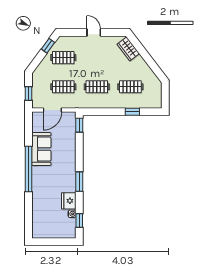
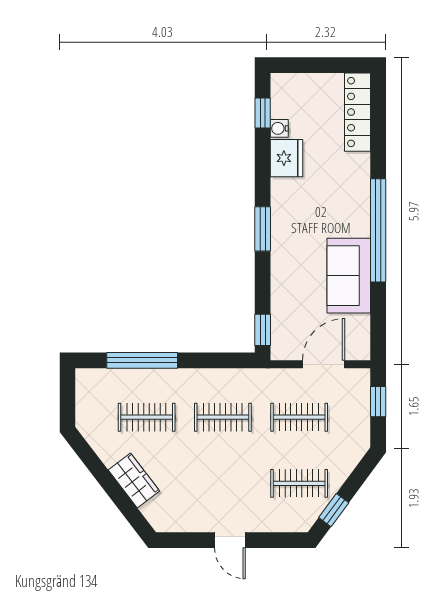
wardrobe: (128, 49) -> (134, 480), moved
window: (132, 112) -> (142, 360), width x2.17
window: (79, 182) -> (263, 229), moved
locker: (38, 221) -> (358, 112), added

